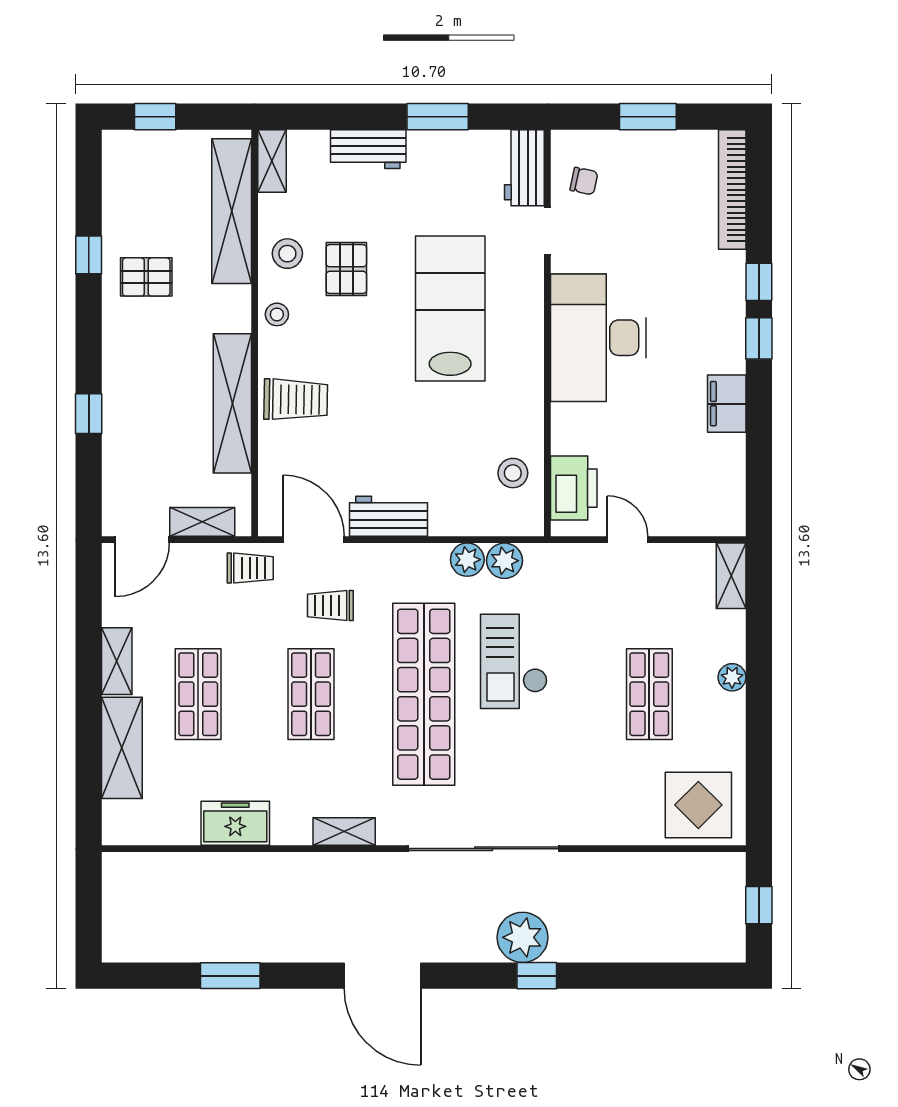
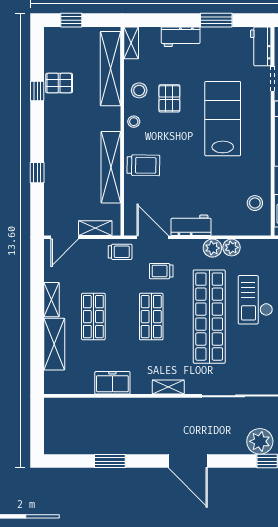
pallet: (146, 277) -> (59, 83), moved
plant: (504, 561) -> (212, 248), moved

